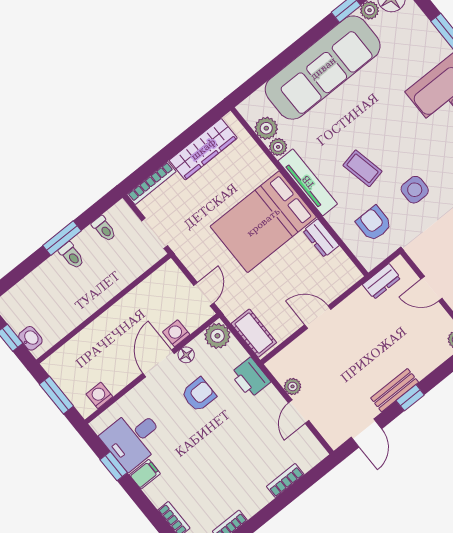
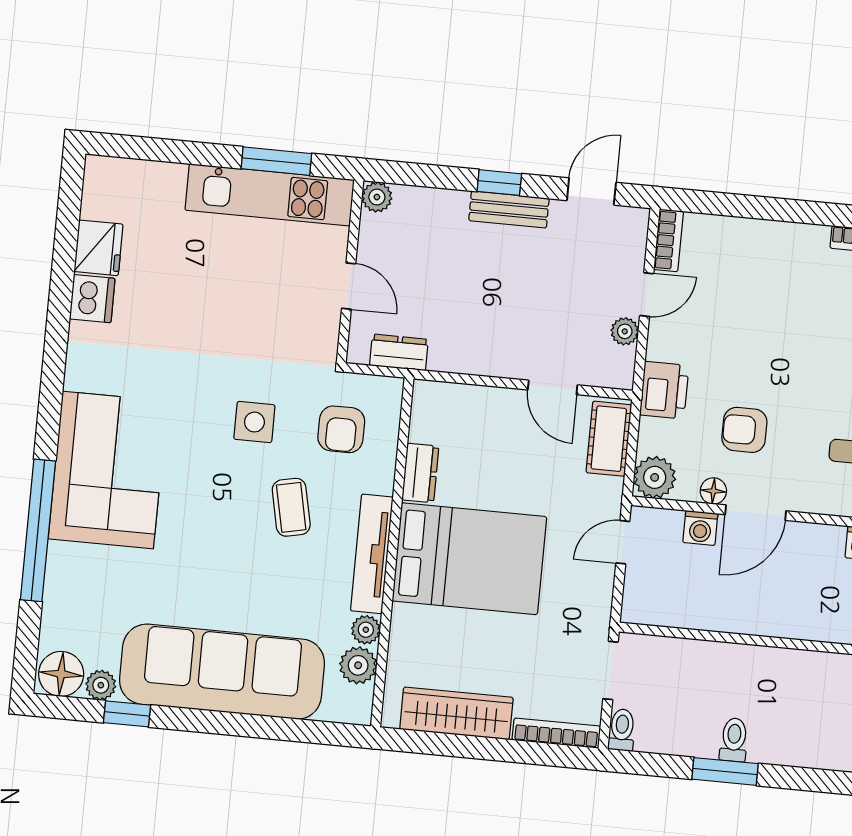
toilet: (104, 229) -> (622, 730), moved
door: (318, 317) -> (553, 387), moved
bookcase: (285, 480) -> (668, 240), moved, turned -90

